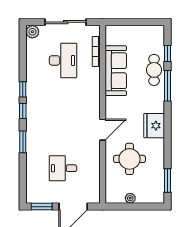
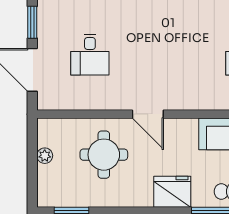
fridge: (154, 126) -> (172, 192), moved
desk: (63, 168) -> (90, 55), turned 180

